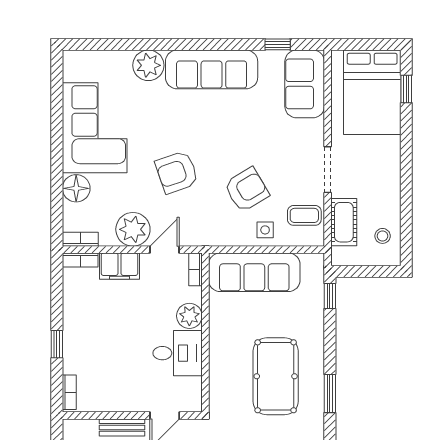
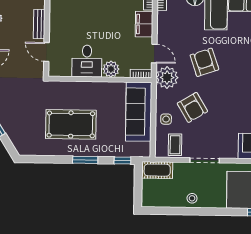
cot: (344, 222) -> (157, 170), moved
plant: (133, 229) -> (167, 78), moved
stool: (383, 236) -> (192, 198), moved
window: (330, 393) -> (85, 160), moved

